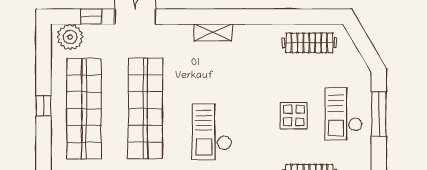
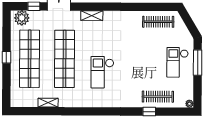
shelving: (213, 32) -> (92, 16), moved
display table: (294, 116) -> (149, 63), removed

